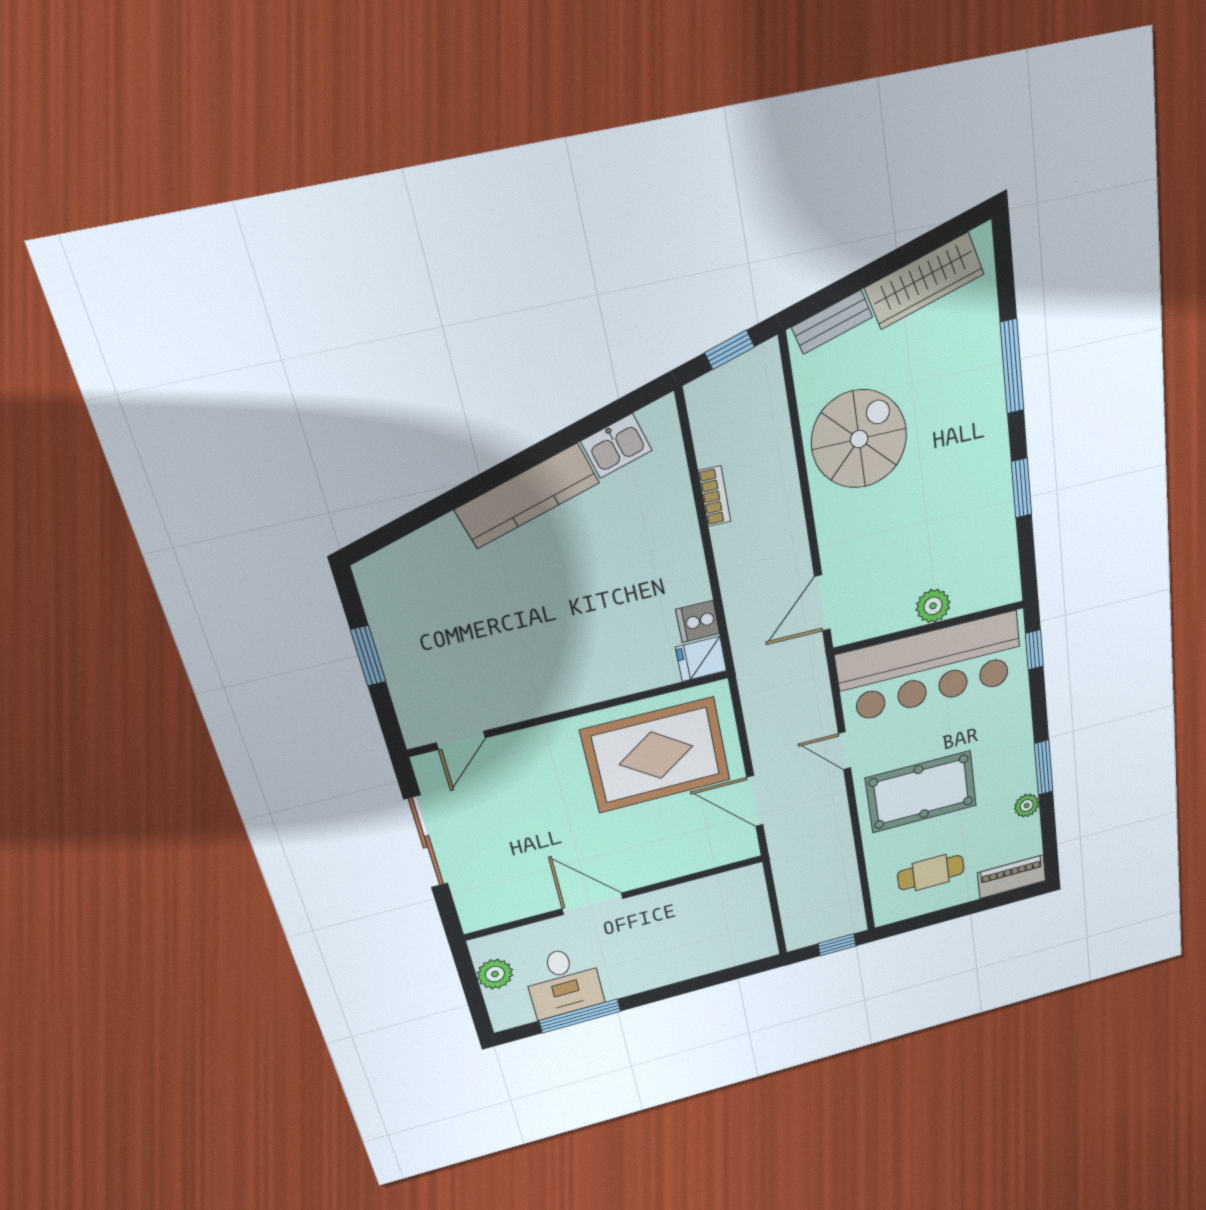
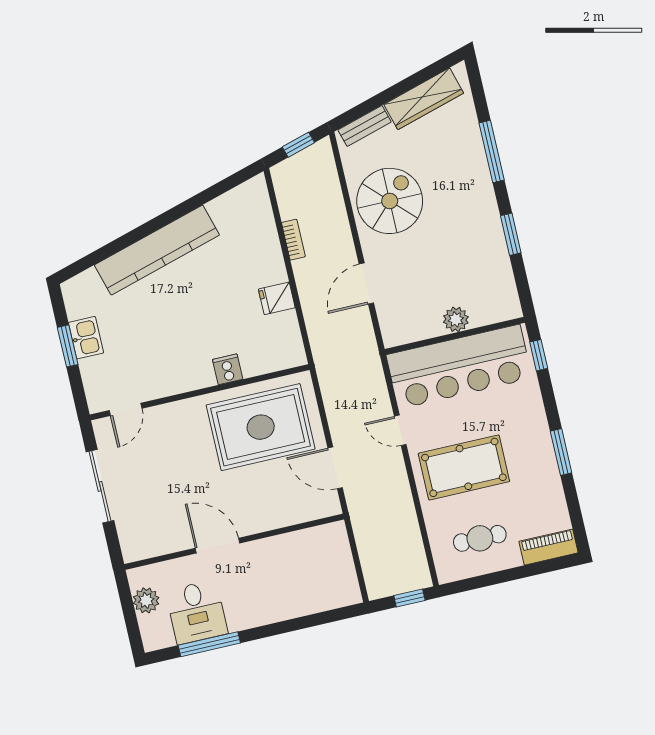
kitchen sink: (616, 446) -> (86, 338), moved, turned -74
kitchen counter: (527, 496) -> (157, 250), width x1.39, depth x1.17
door: (822, 603) -> (366, 284), moved
cooker: (698, 621) -> (228, 369), moved, turned 90
fridge: (701, 659) -> (277, 298), moved
plant: (1027, 806) -> (552, 484), removed

